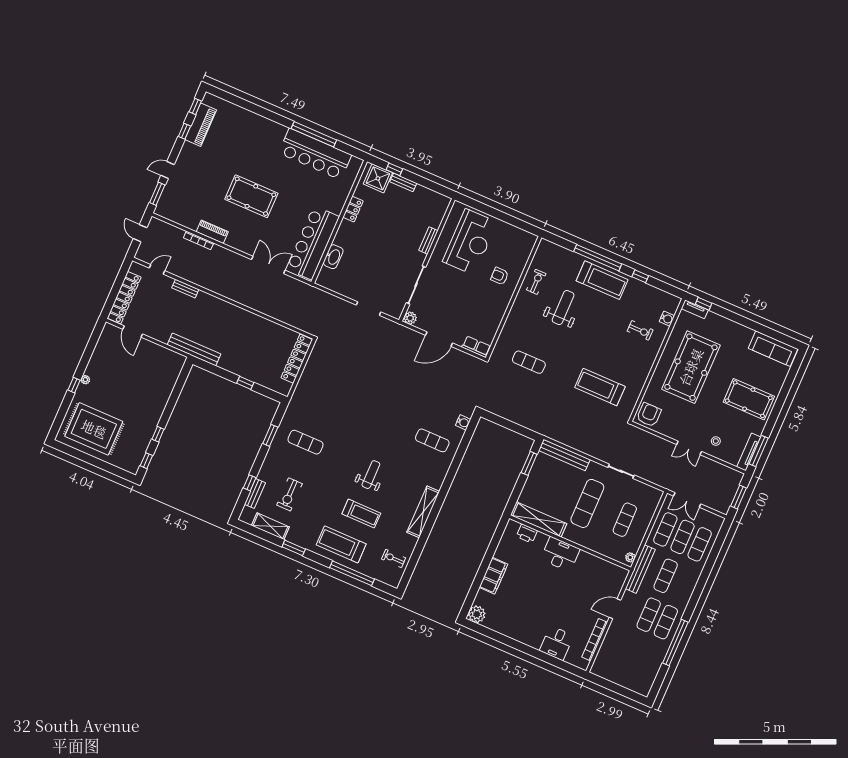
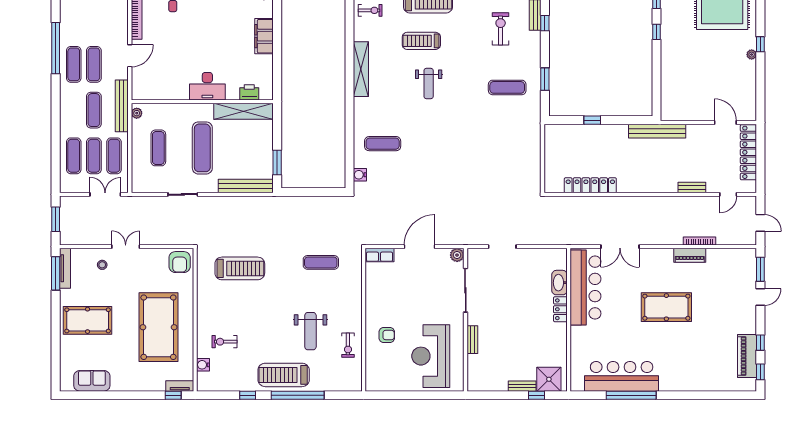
locker: (353, 209) -> (560, 309), moved
sofa: (773, 349) -> (92, 381), width x0.73
locker: (297, 359) -> (590, 185), moved, turned -90

